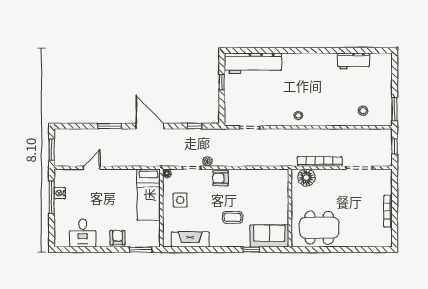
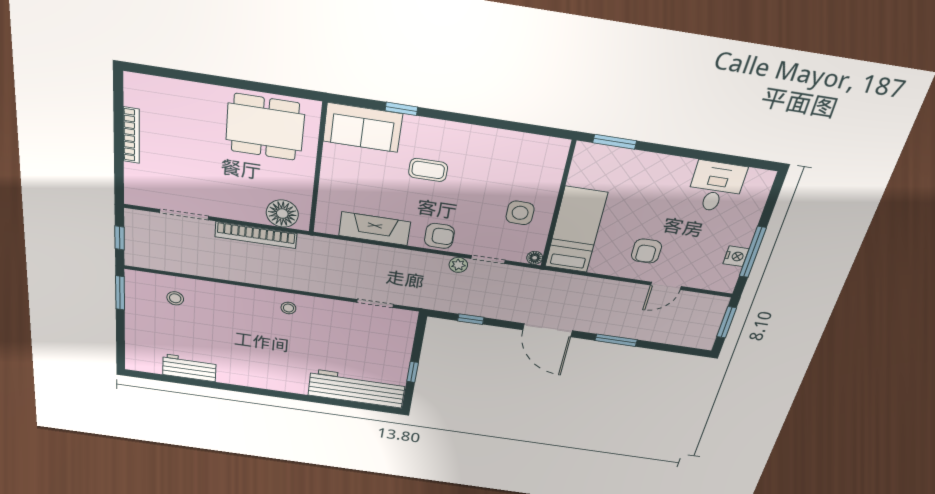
armchair: (118, 238) -> (646, 251), moved
fireplace: (190, 239) -> (375, 229), moved, turned 180

